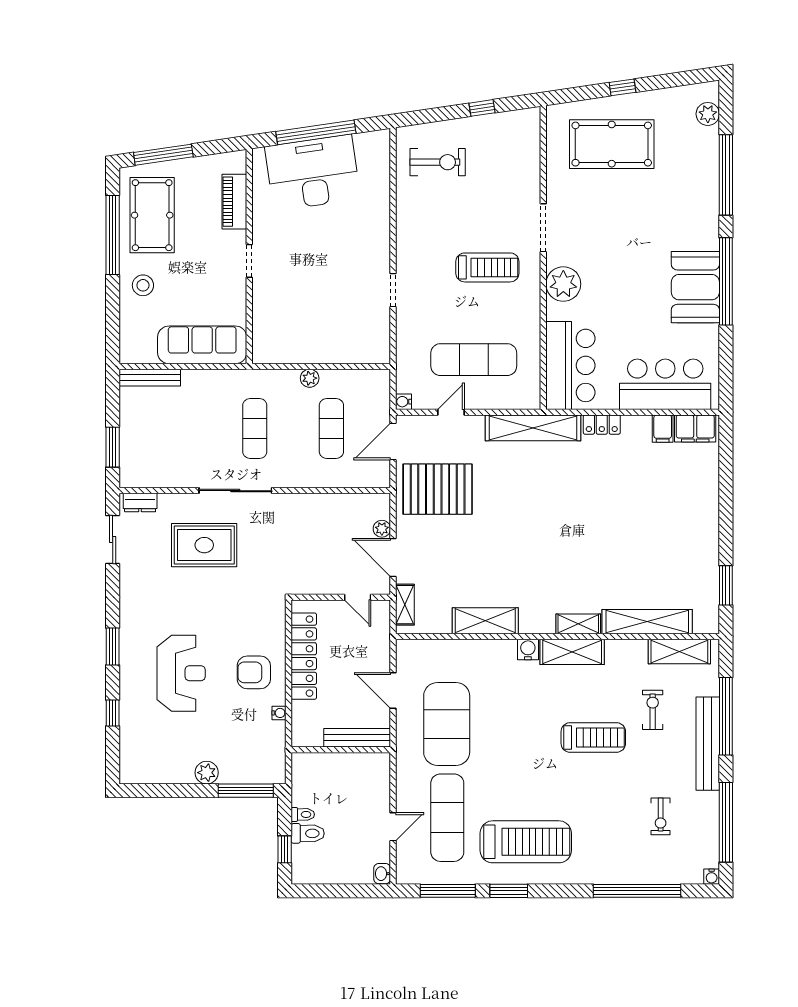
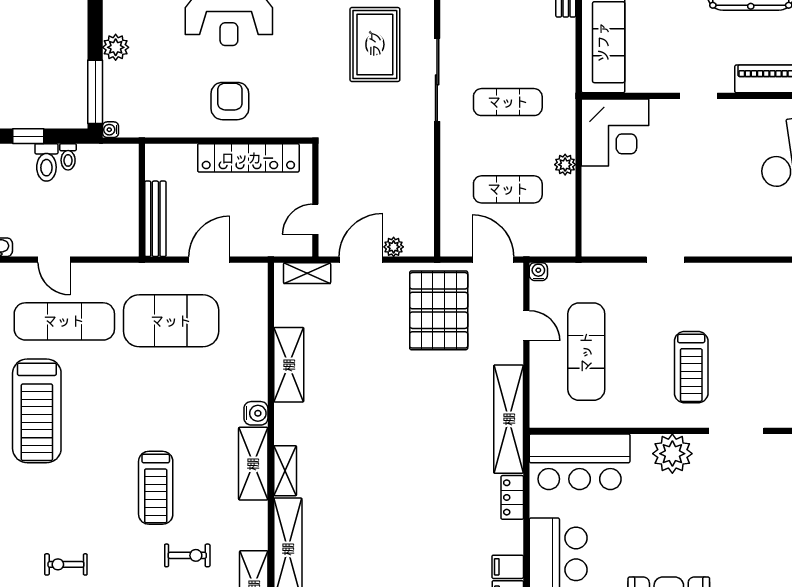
corner desk: (281, 334) -> (615, 132), added
water cooler: (279, 713) -> (111, 130), moved, turned 90

